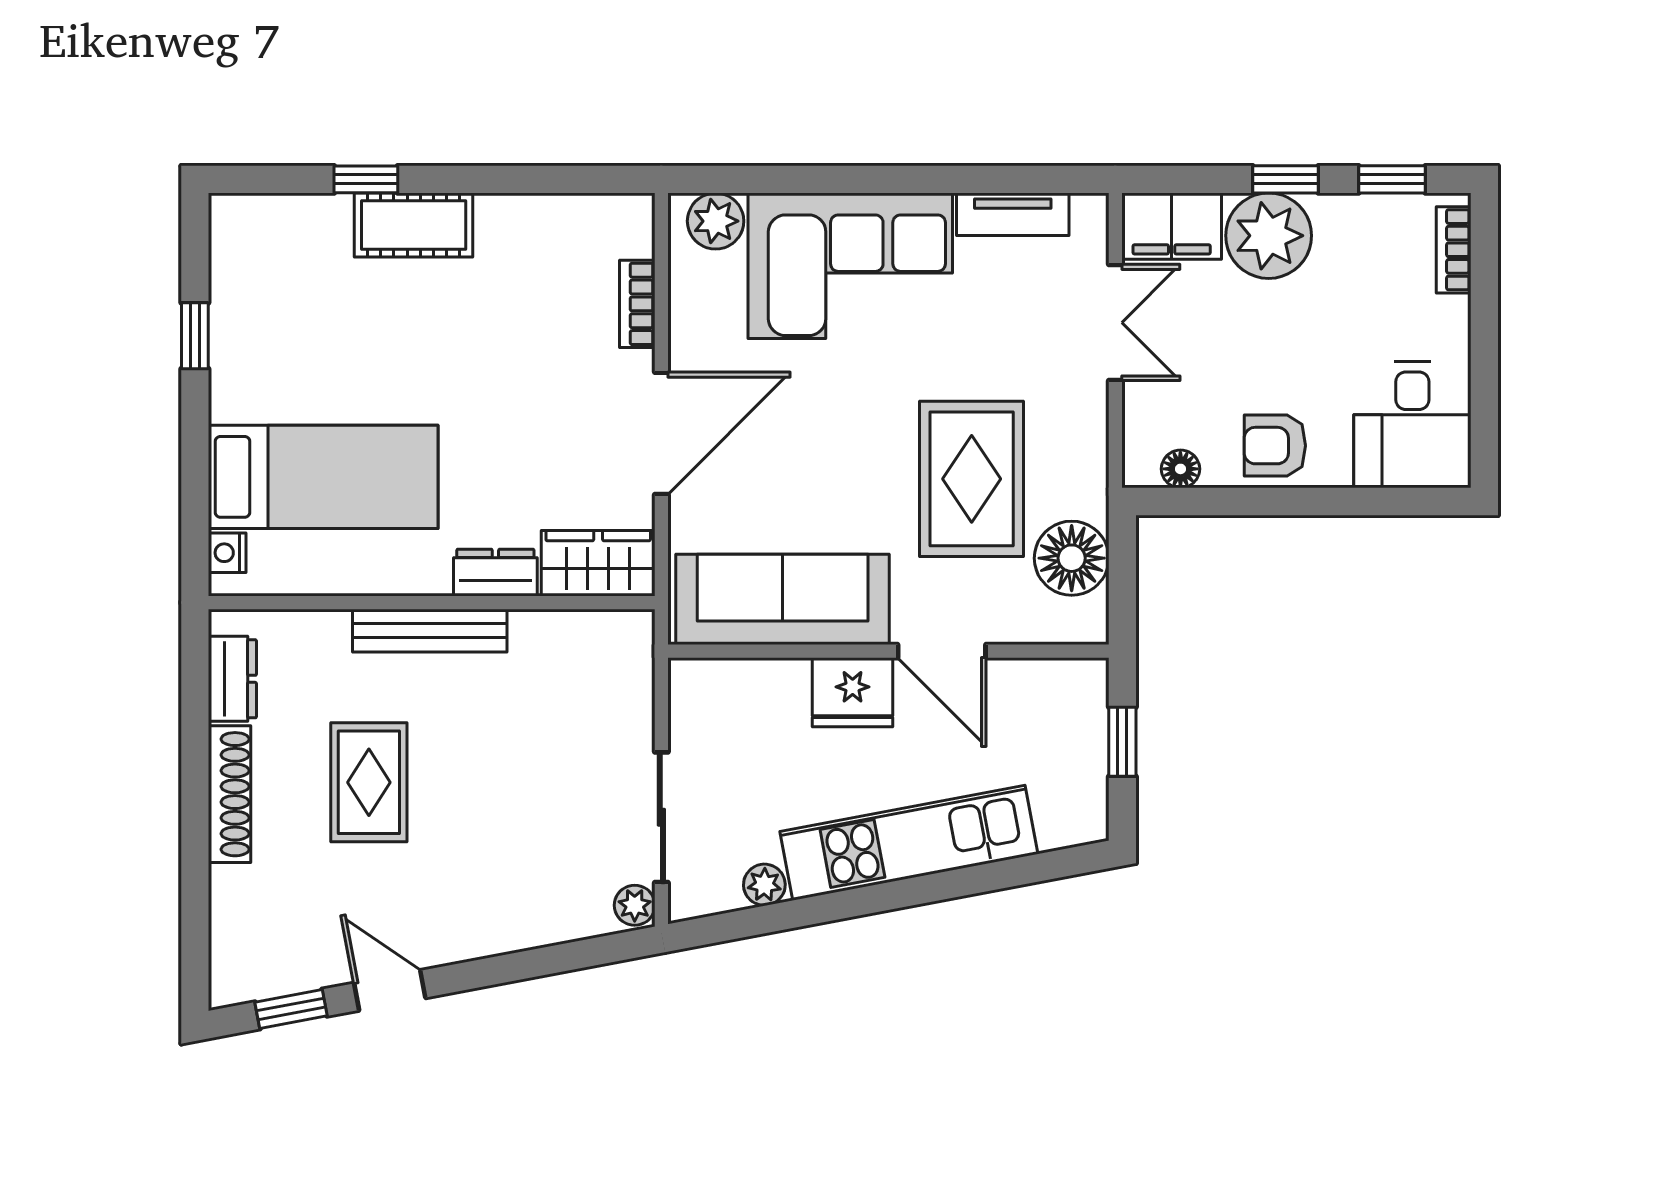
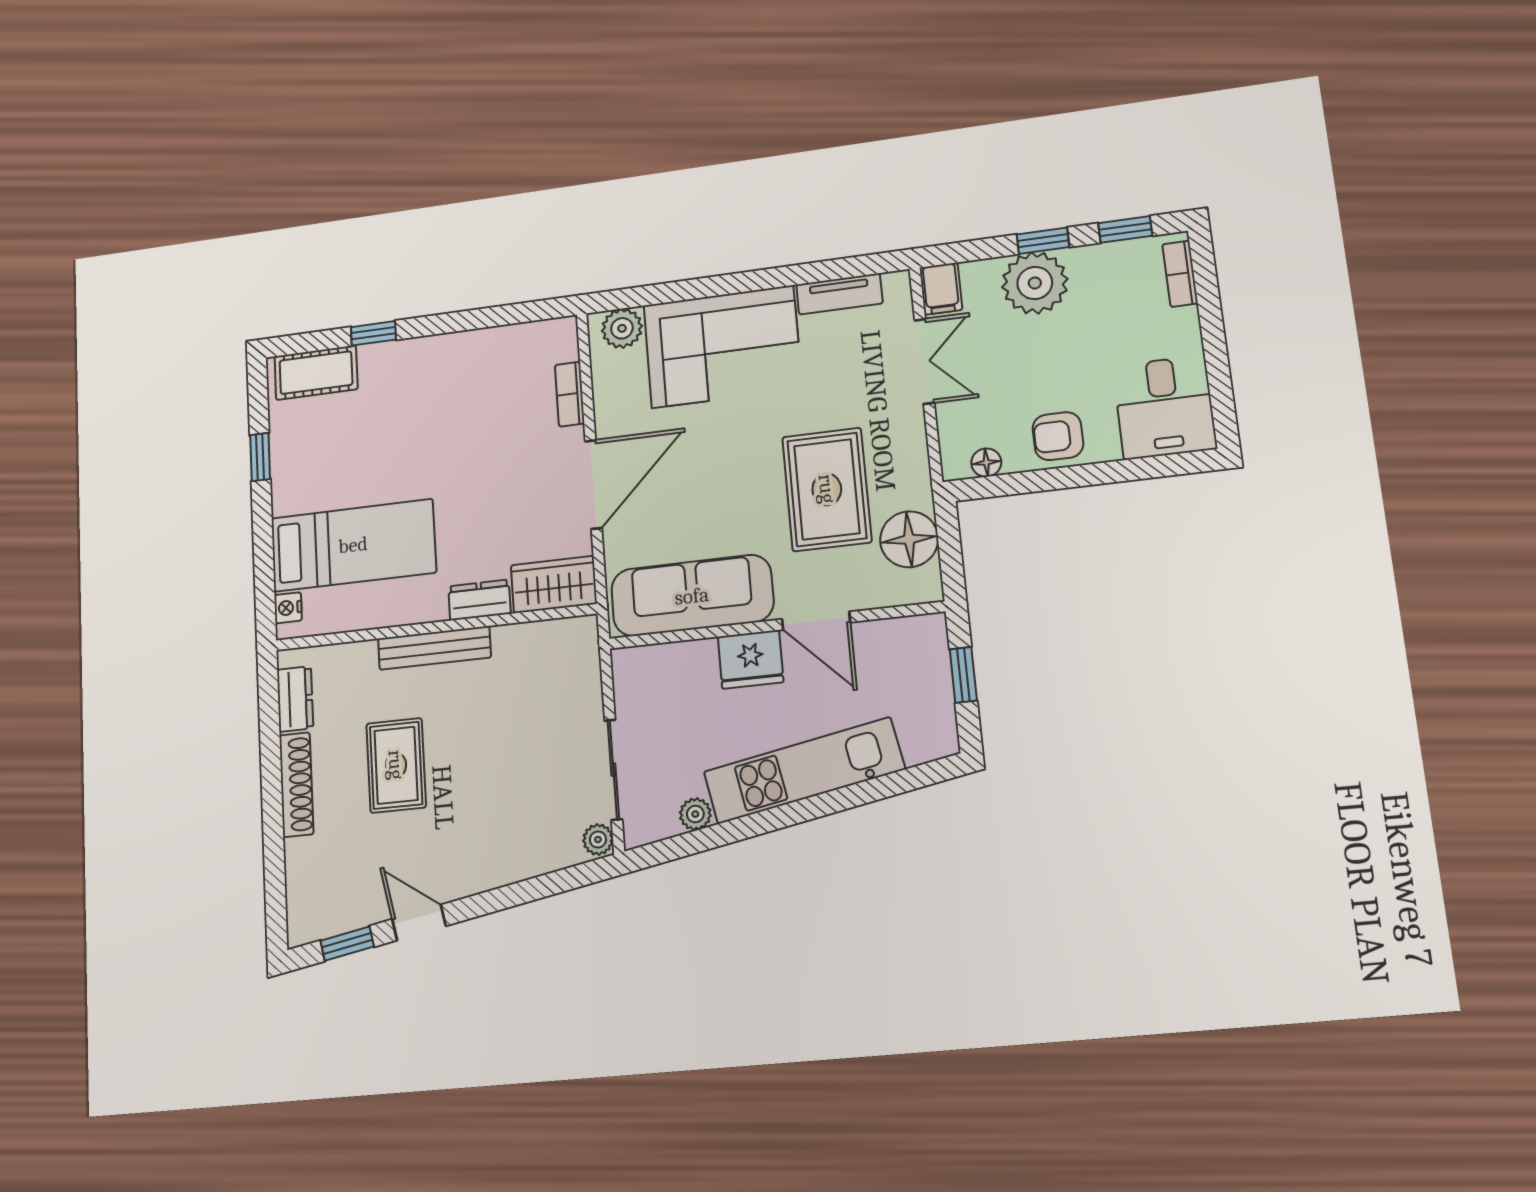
cot: (414, 225) -> (316, 373), moved
filing cabinet: (1172, 226) -> (941, 289), width x0.50

